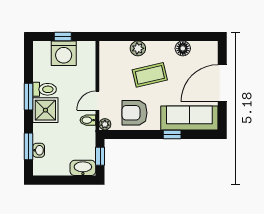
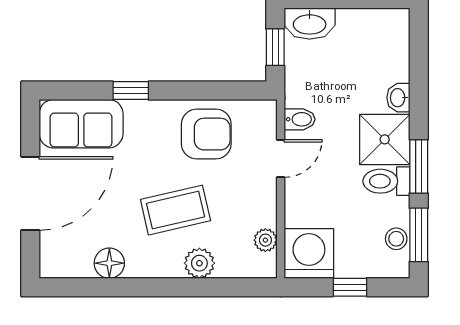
washing machine: (64, 53) -> (309, 254), moved
stool: (40, 61) -> (396, 239), added
sofa: (189, 118) -> (81, 124), width x0.73
plant: (105, 124) -> (265, 240), moved
window: (28, 146) -> (419, 235), moved
washbasin: (39, 150) -> (398, 98), moved

